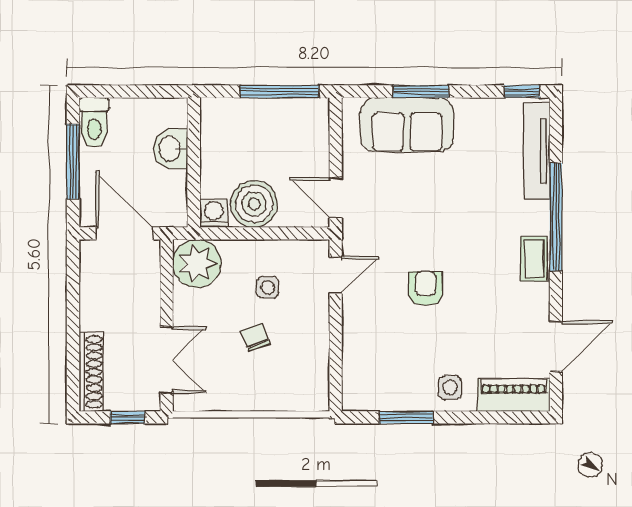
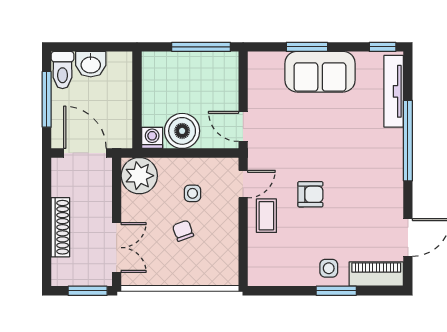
sofa: (407, 125) -> (320, 72), moved
washbasin: (171, 149) -> (91, 64), moved, turned -90
coffee table: (534, 259) -> (266, 216), moved
armchair: (425, 289) -> (310, 194), turned 90
shoe rack: (91, 372) -> (60, 227), moved
window: (128, 417) -> (88, 291), width x1.50
window: (406, 417) -> (336, 291), moved

